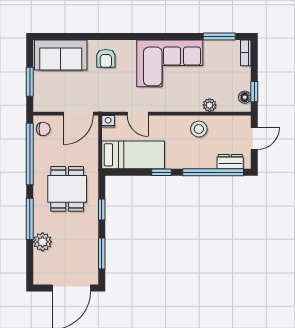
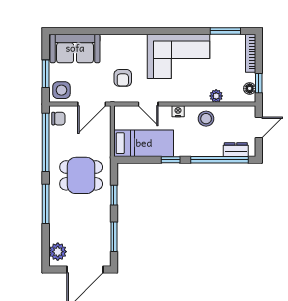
bookcase: (246, 53) -> (251, 53), width x1.56
armchair: (106, 58) -> (123, 78), moved
side table: (46, 99) -> (61, 90), added
nightstand: (108, 121) -> (178, 111), moved
dining table: (67, 189) -> (81, 175), turned 90
plant: (43, 242) -> (58, 252), moved

